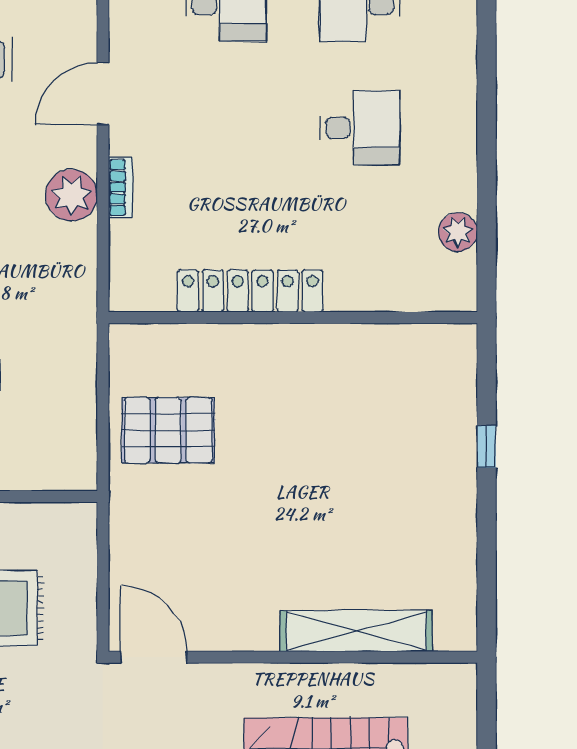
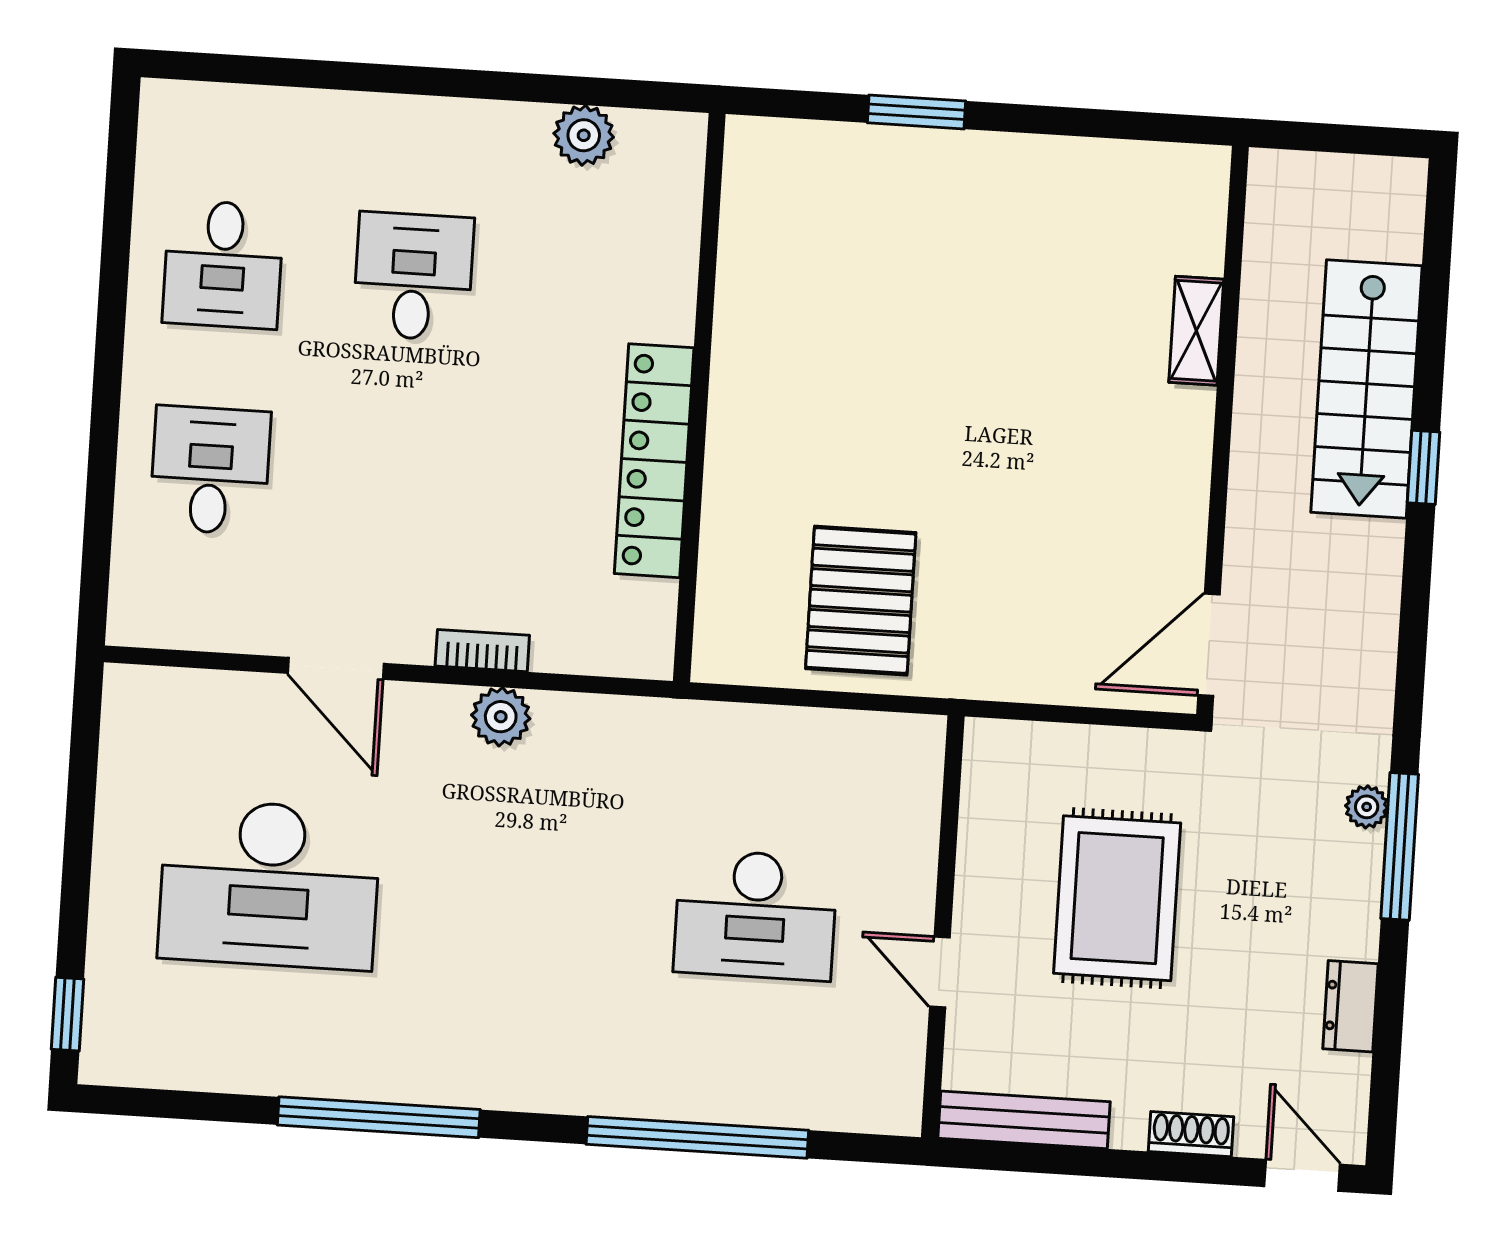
plant: (72, 195) -> (501, 717), width x0.73, depth x0.73
window: (486, 446) -> (917, 112), width x1.50
shelving: (356, 631) -> (1196, 331), width x0.45, depth x0.75

